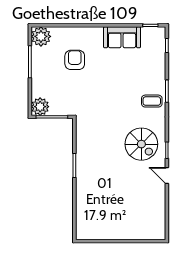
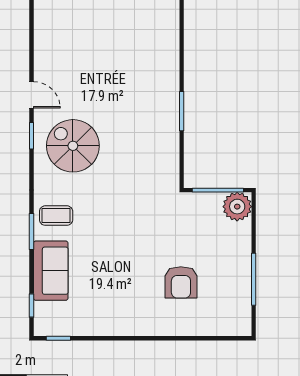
plant: (41, 36) -> (236, 320), removed
sofa: (122, 37) -> (51, 271), moved, turned 90

